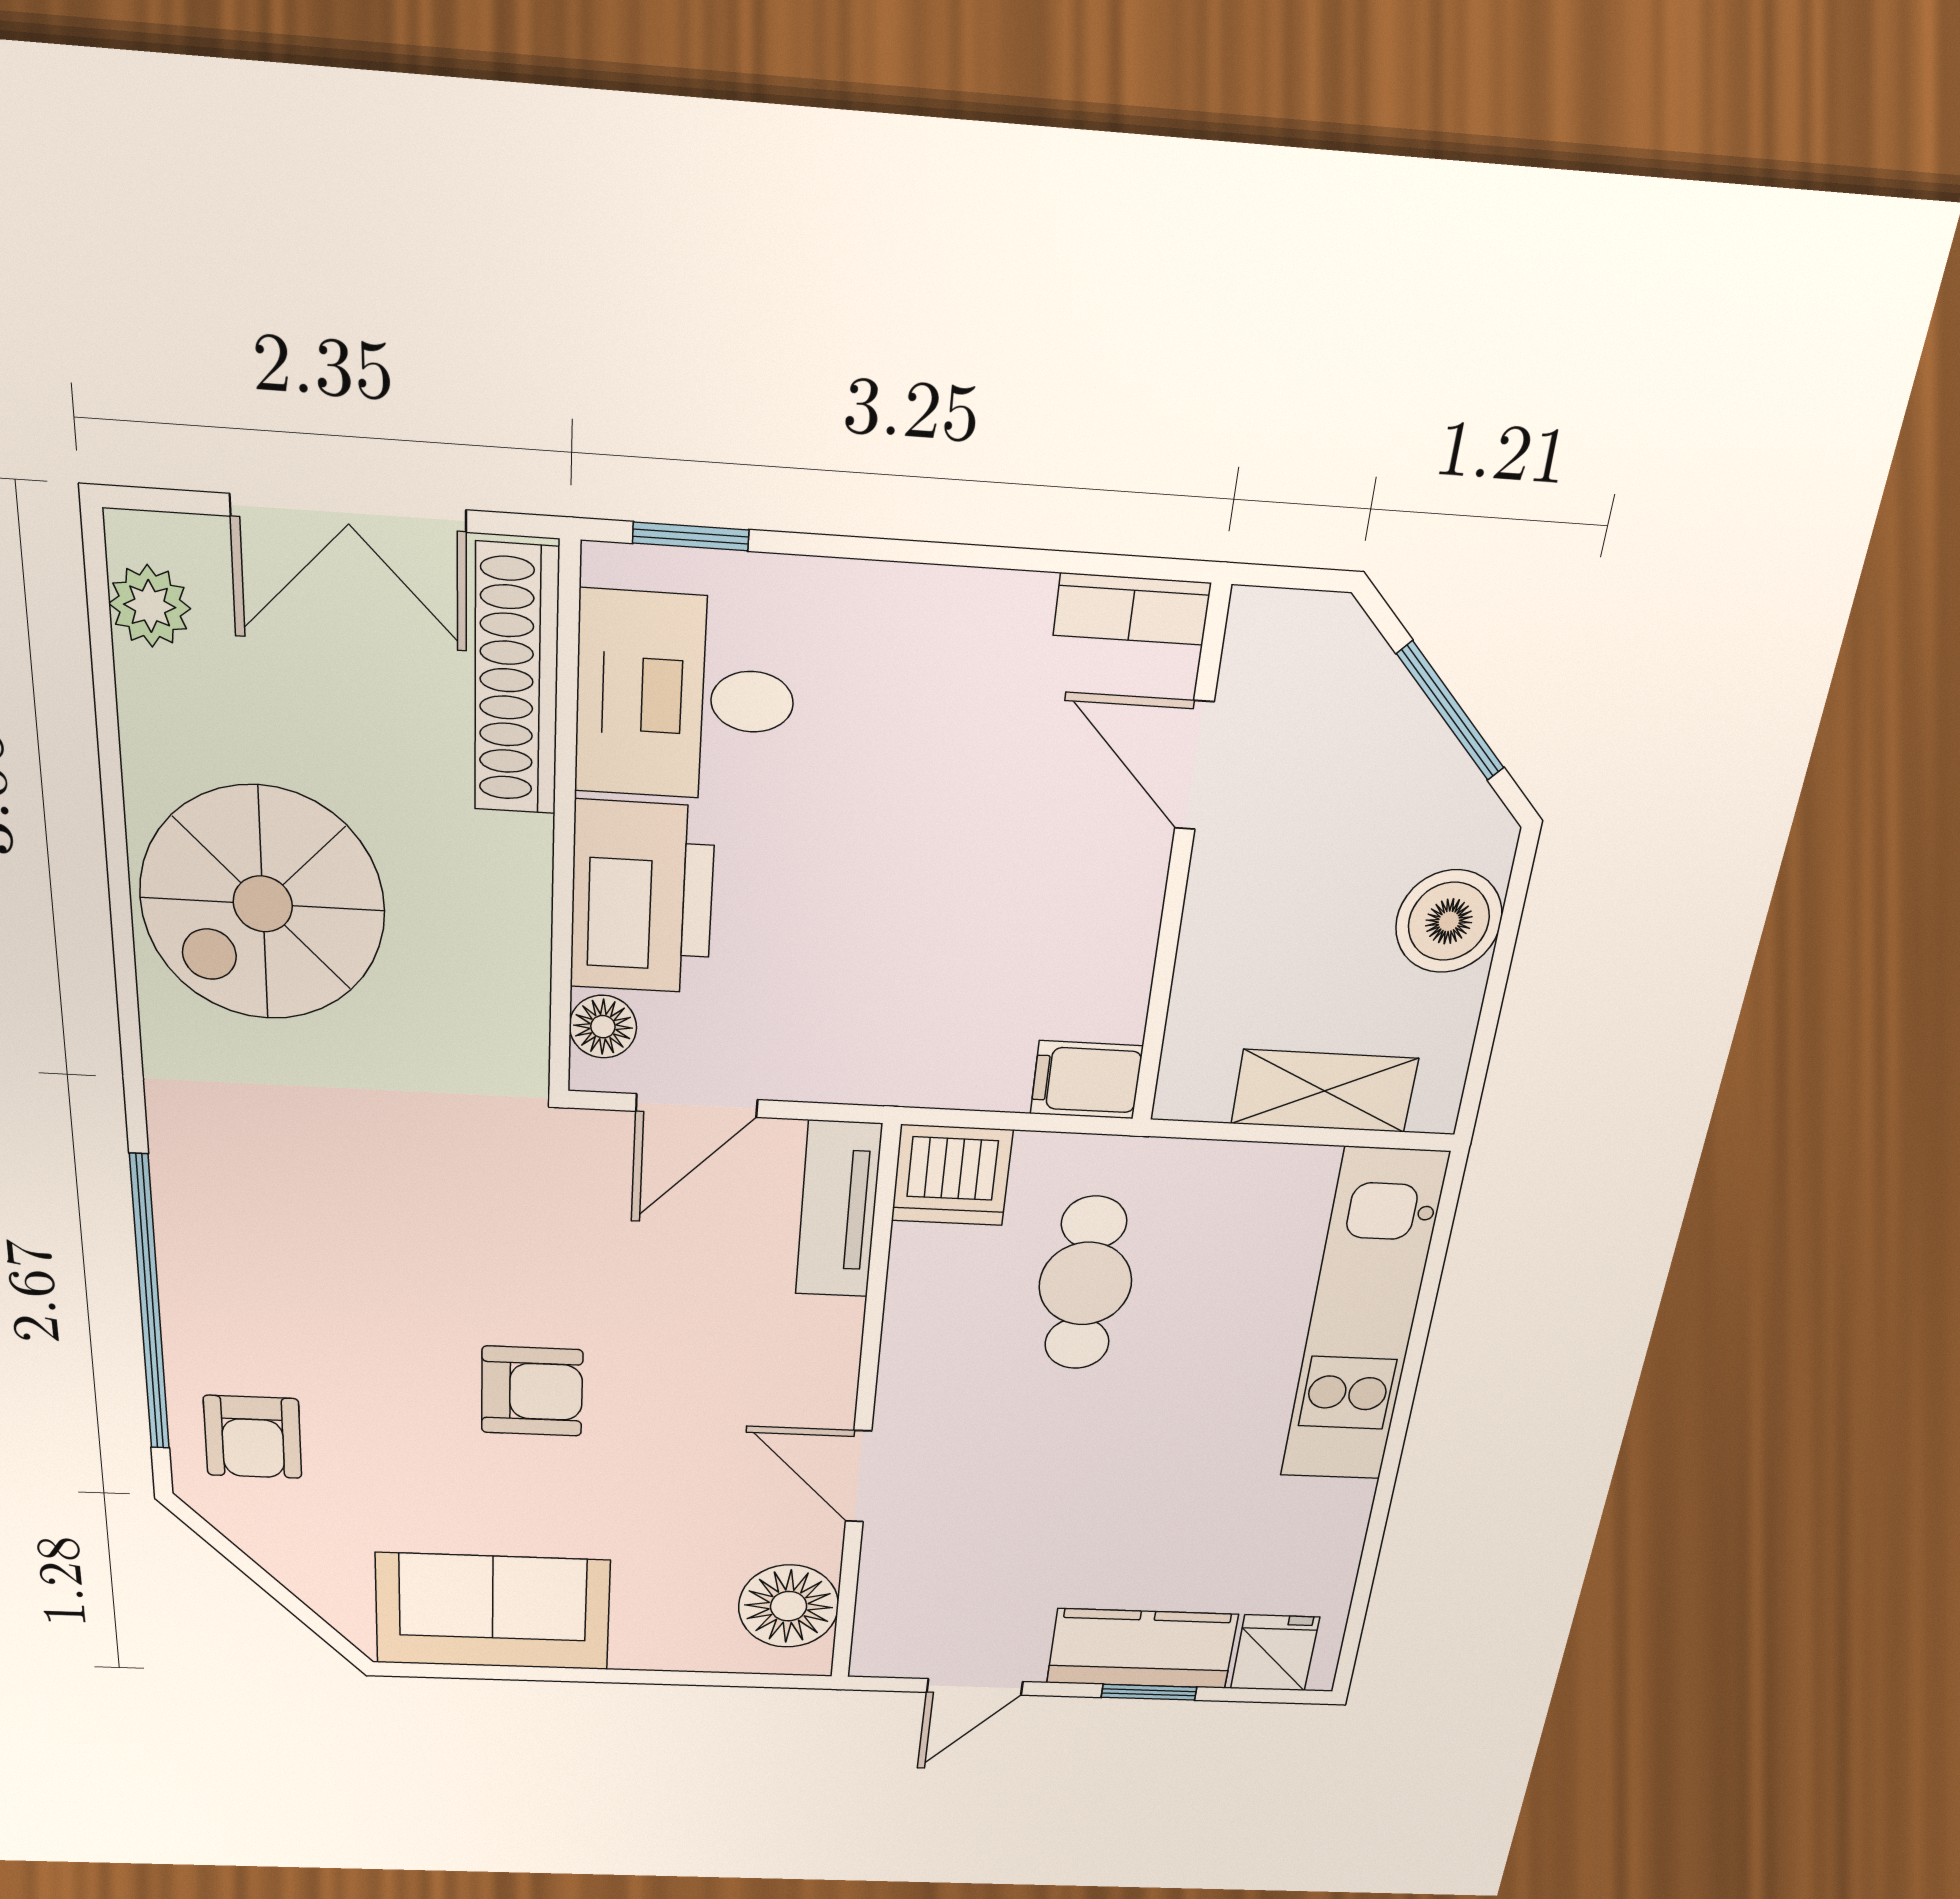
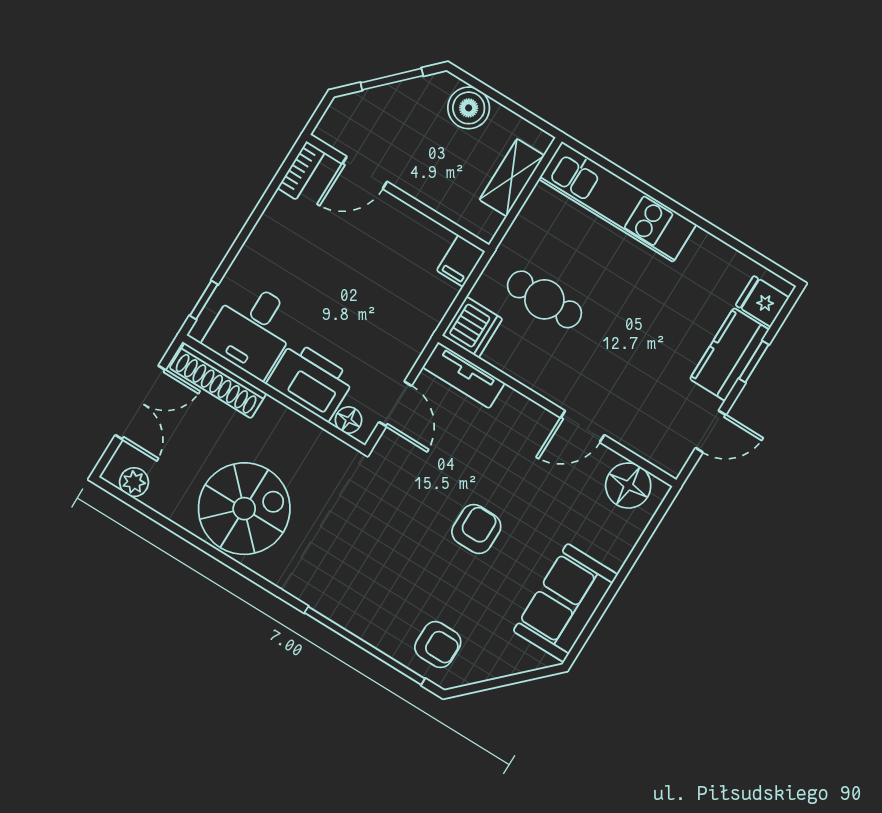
spiral stairs: (263, 904) -> (244, 509), turned -90
door: (975, 1687) -> (711, 431), hinge flipped

